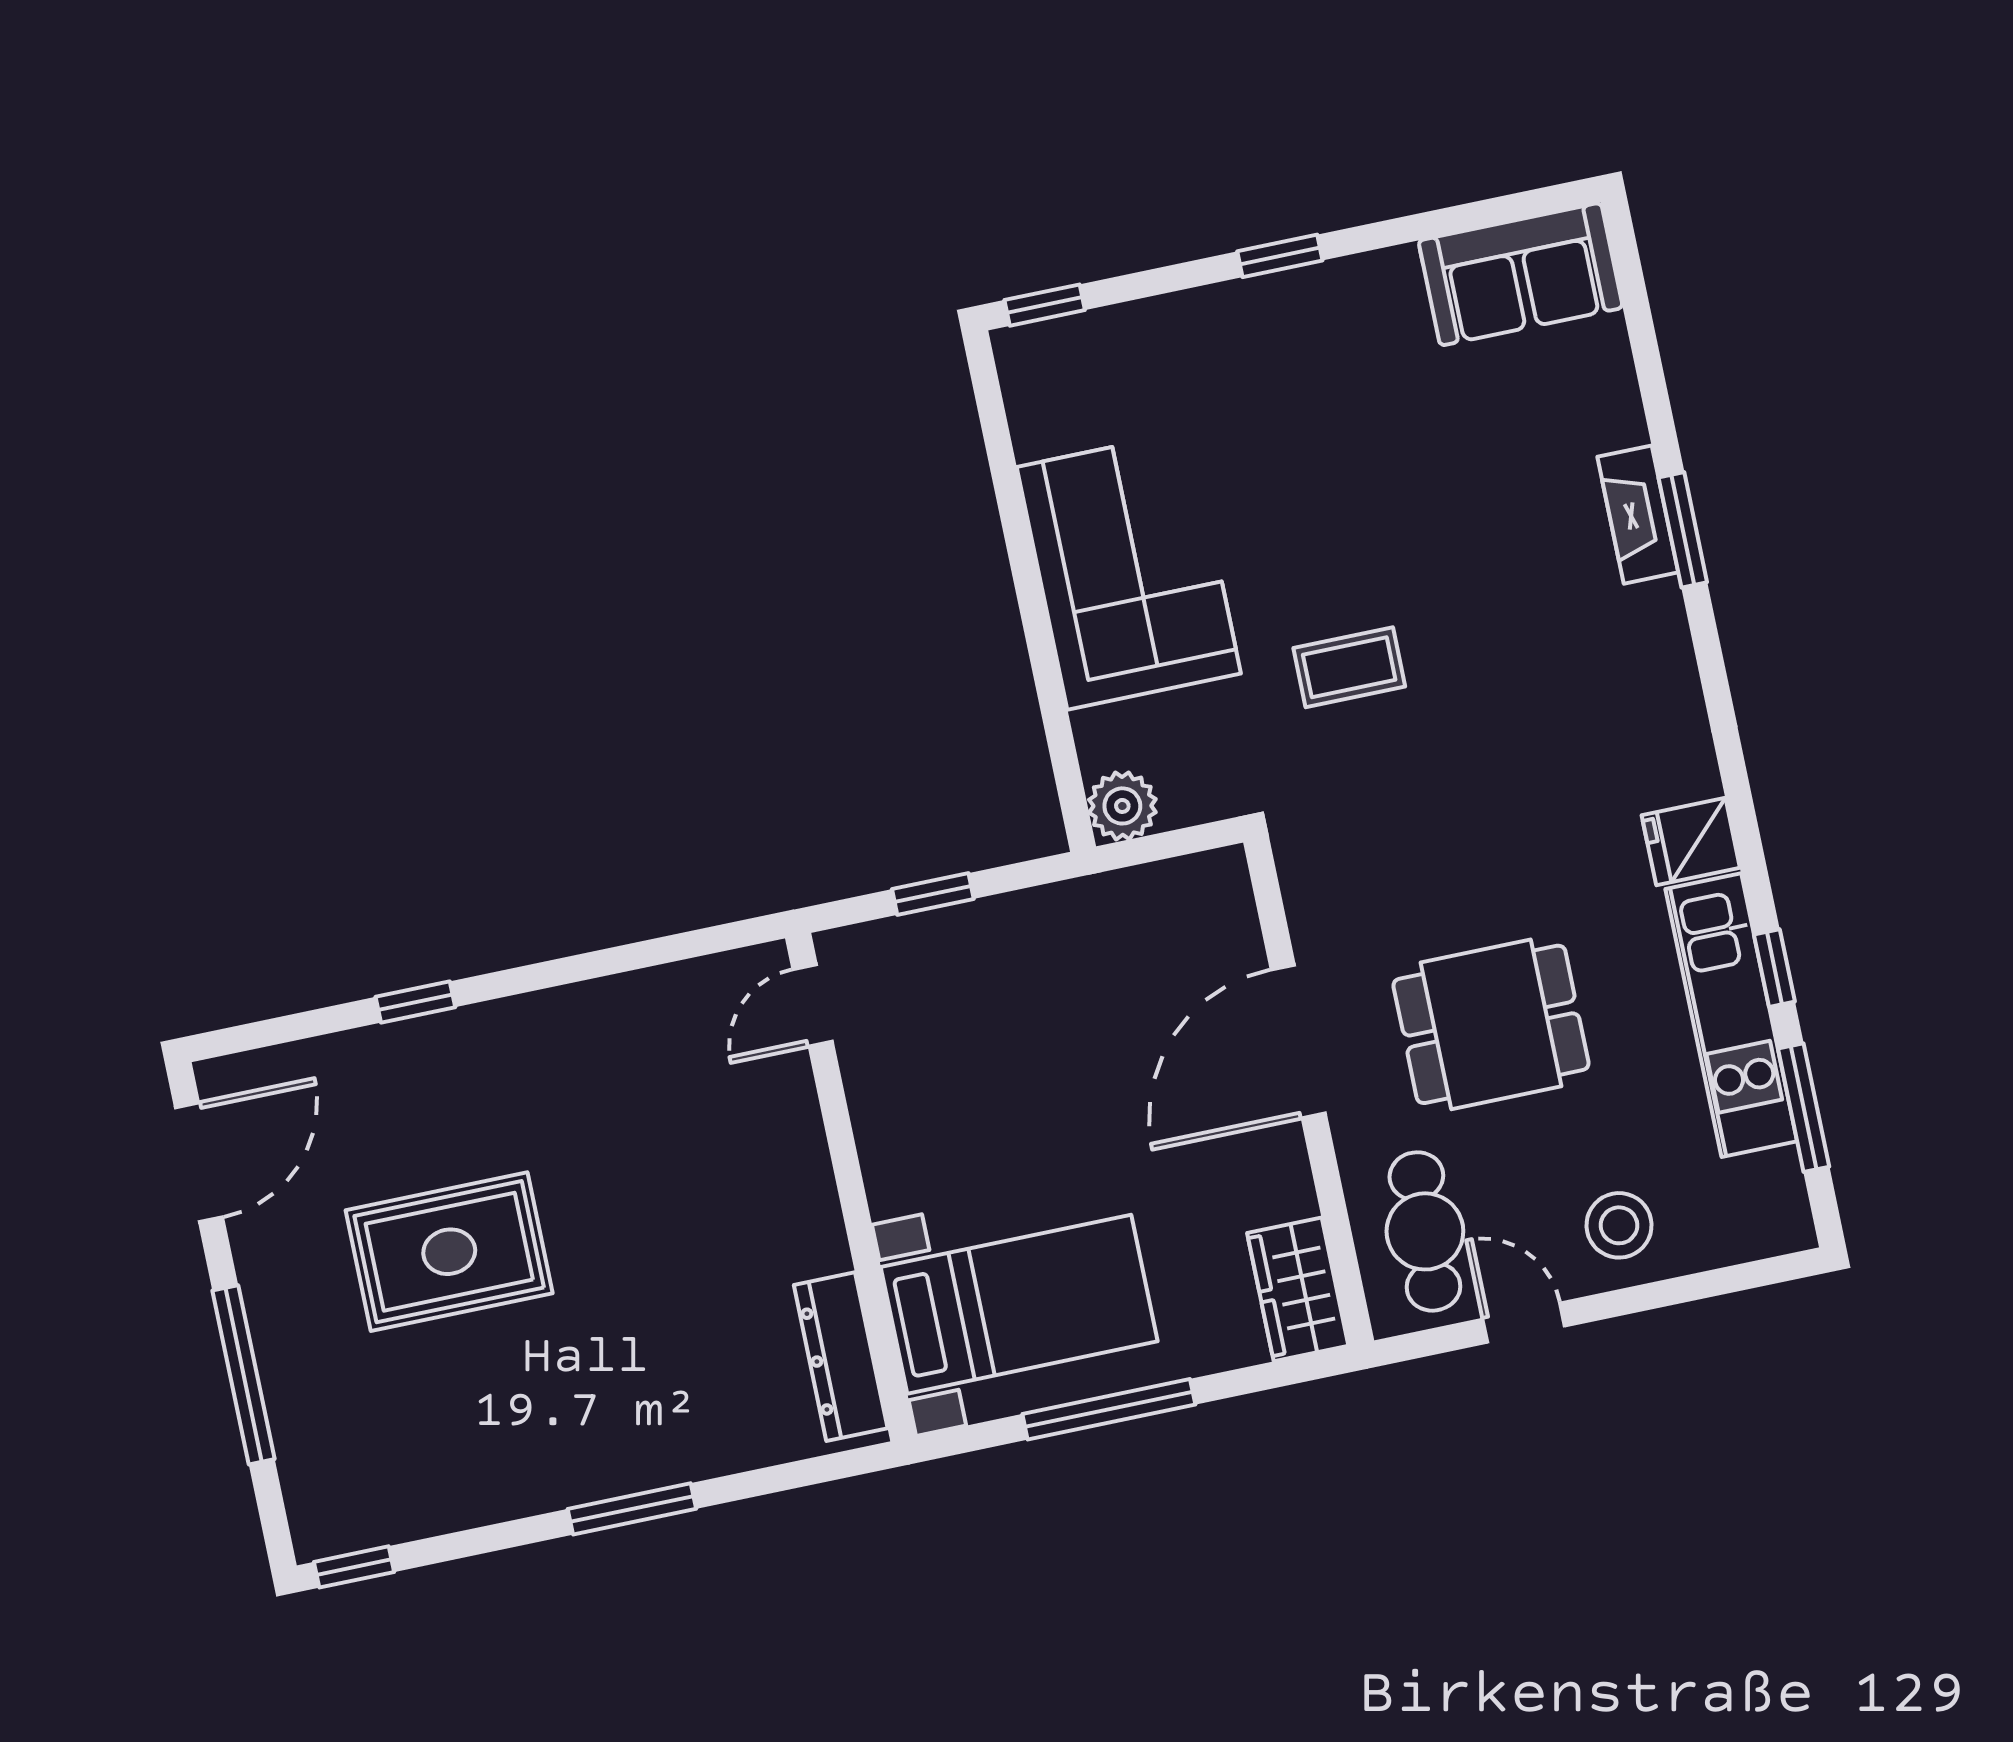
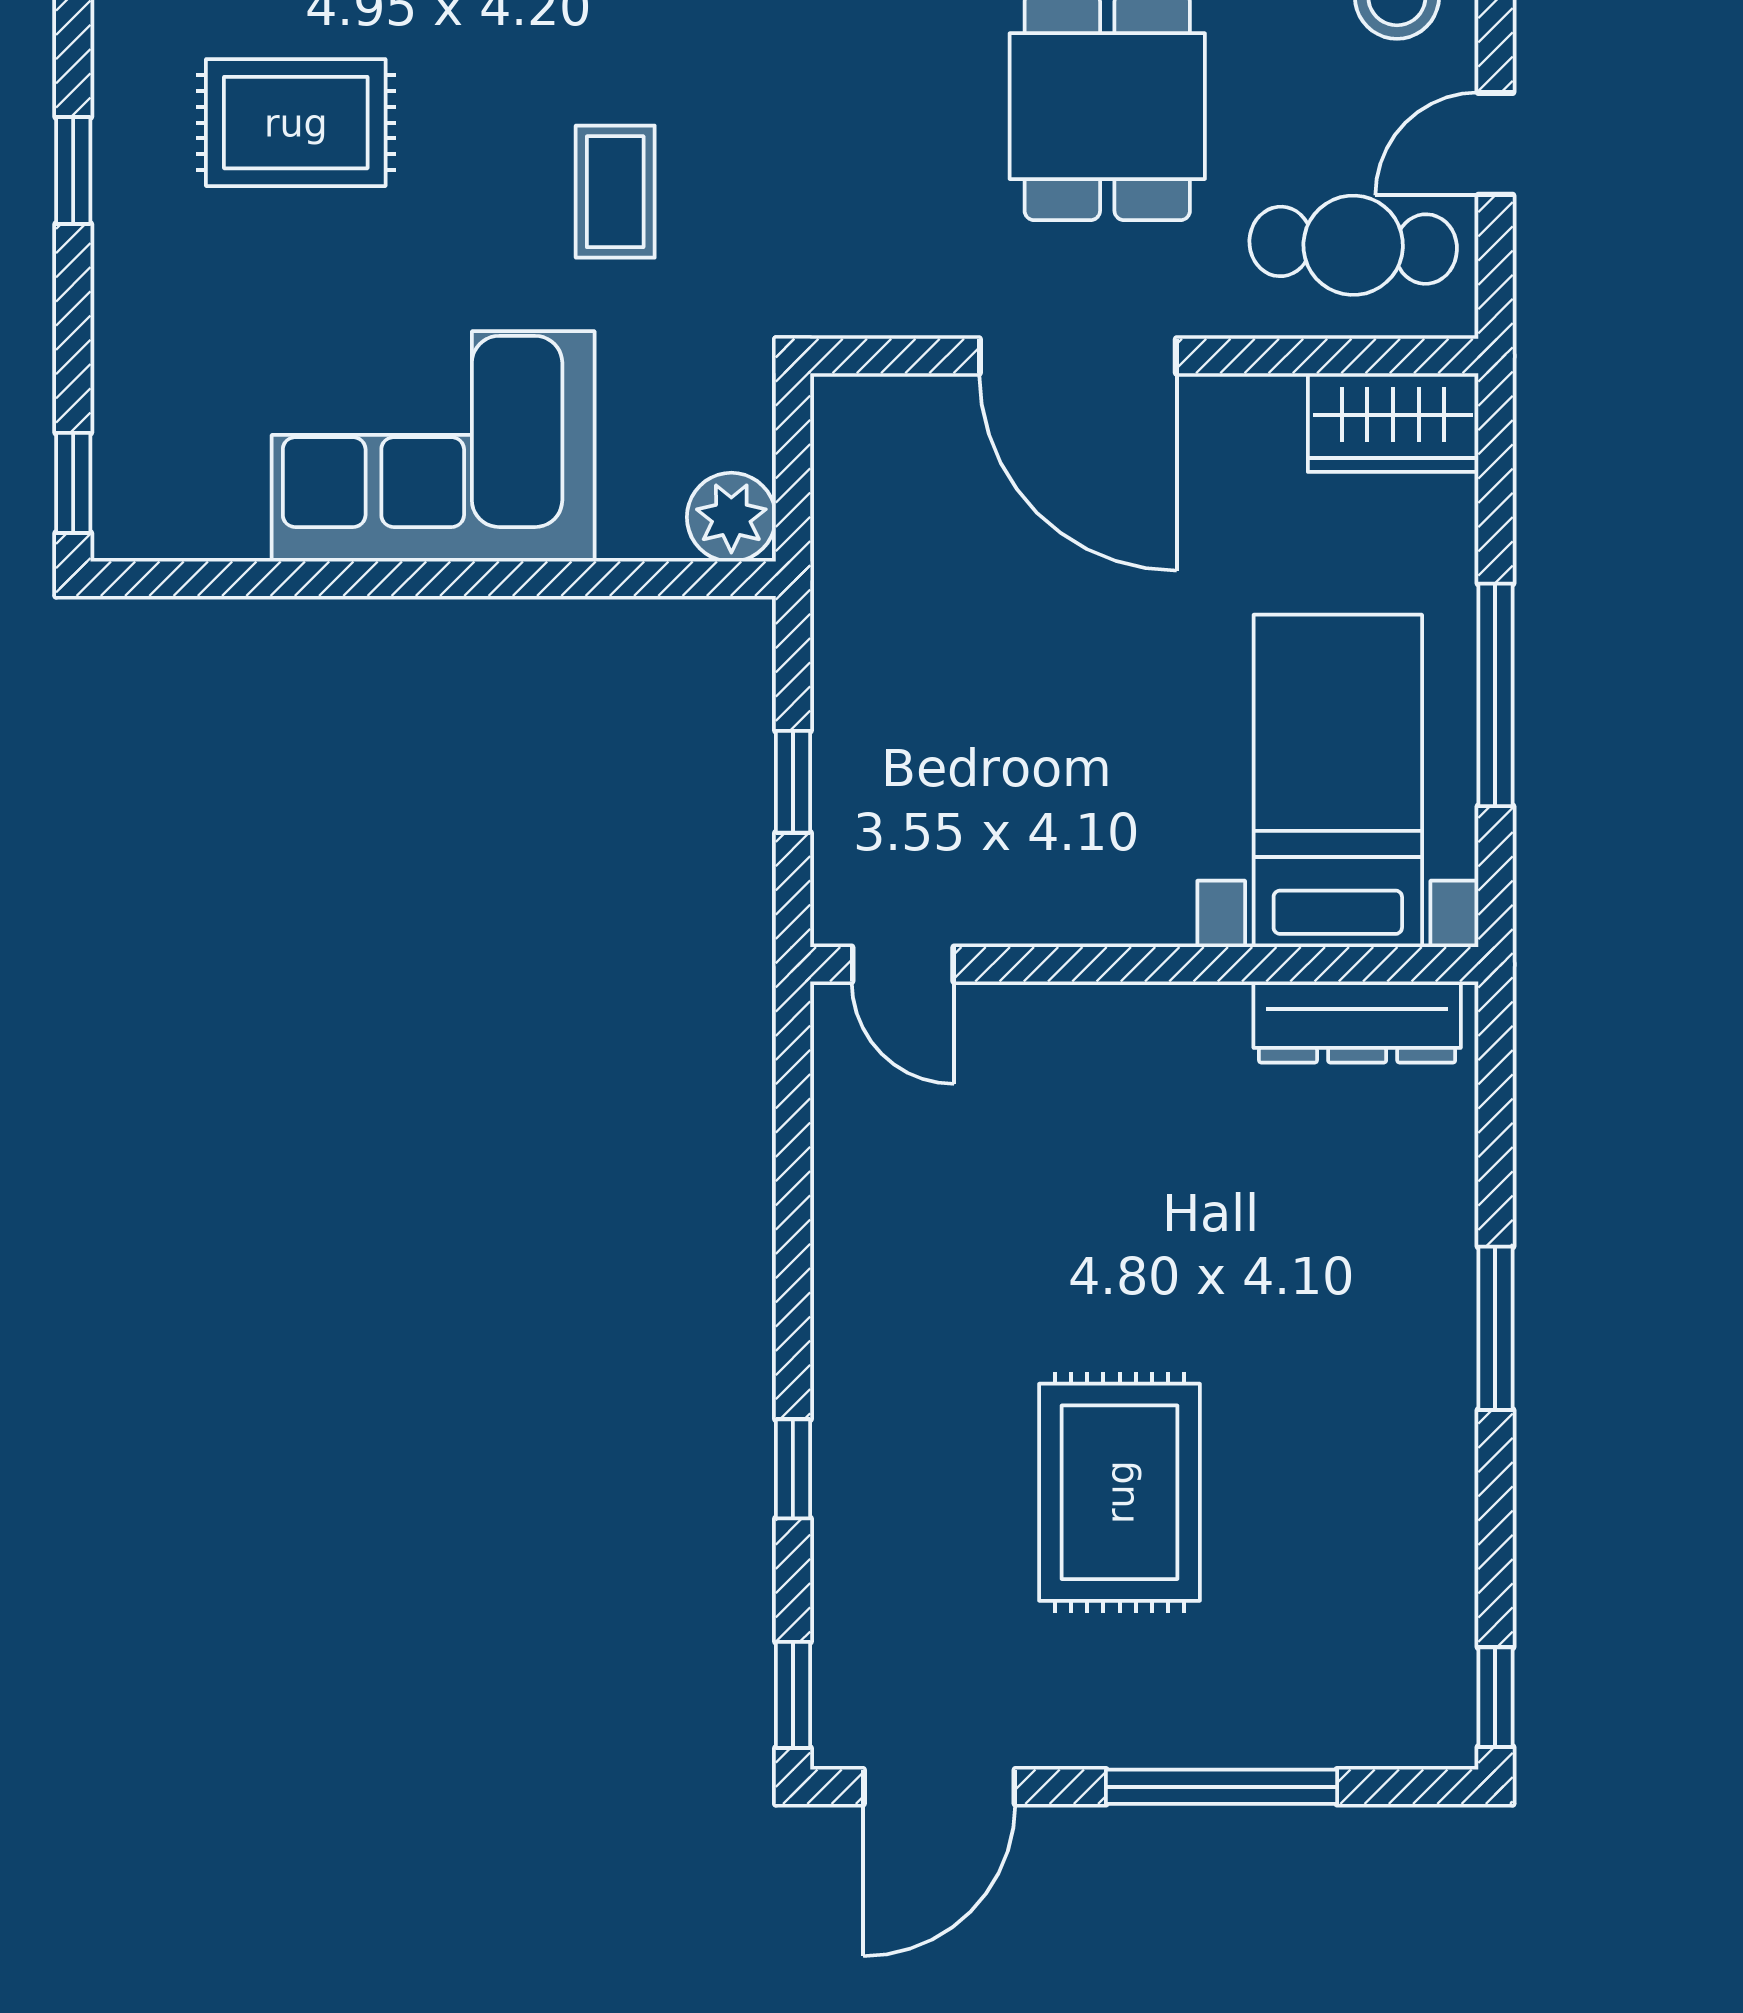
rug: (1351, 416) -> (296, 123), added
window: (245, 1038) -> (793, 1695), added
door: (199, 1162) -> (939, 1787), swing flipped

